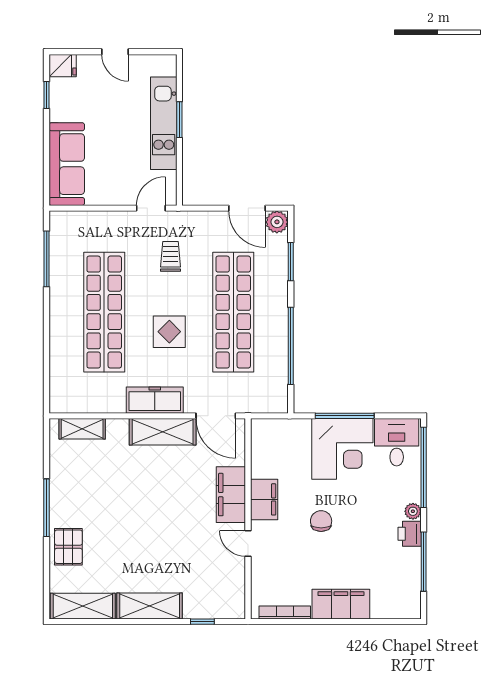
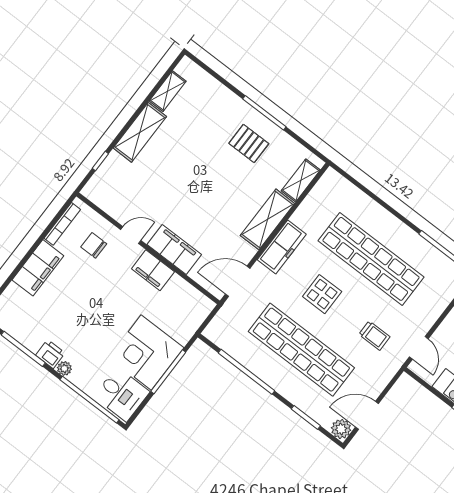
shelving: (163, 432) -> (267, 219), moved
chair: (321, 521) -> (94, 245), moved, turned 180
pallet: (68, 547) -> (249, 143), moved
shelving: (83, 606) -> (168, 91), width x0.67, depth x0.75

